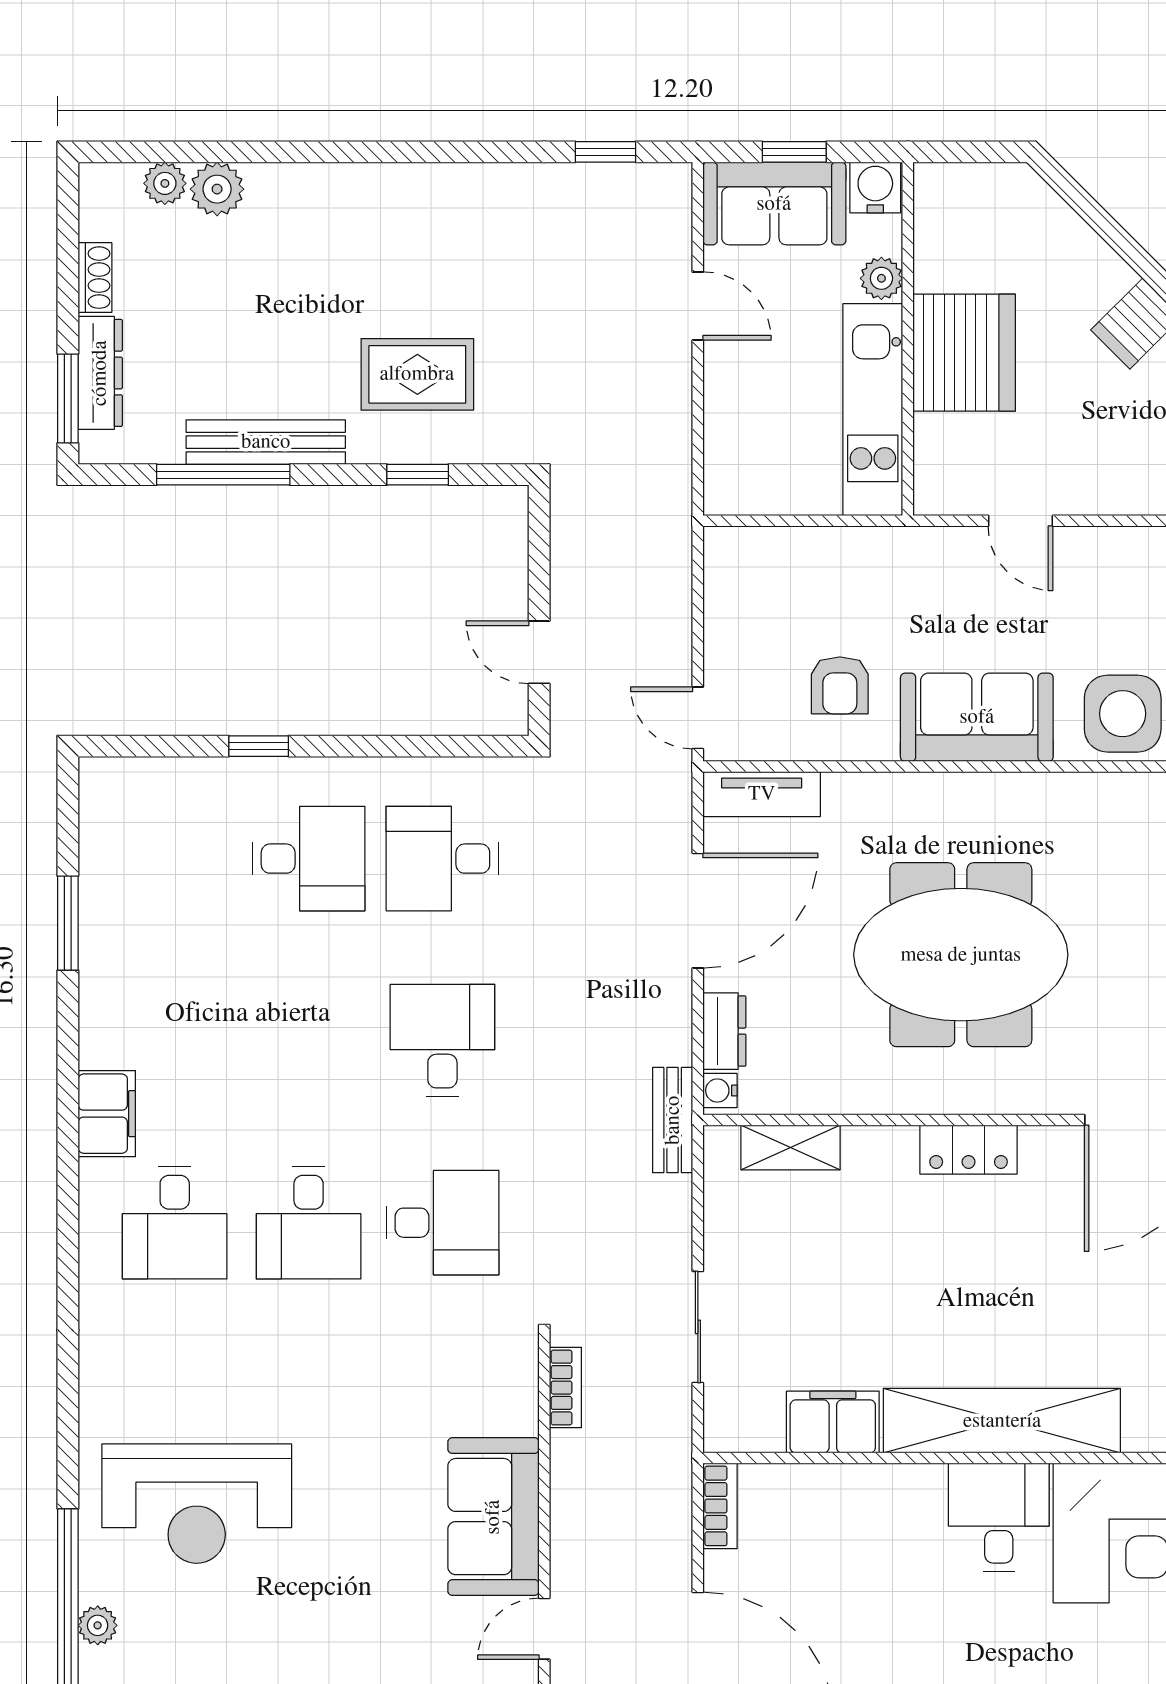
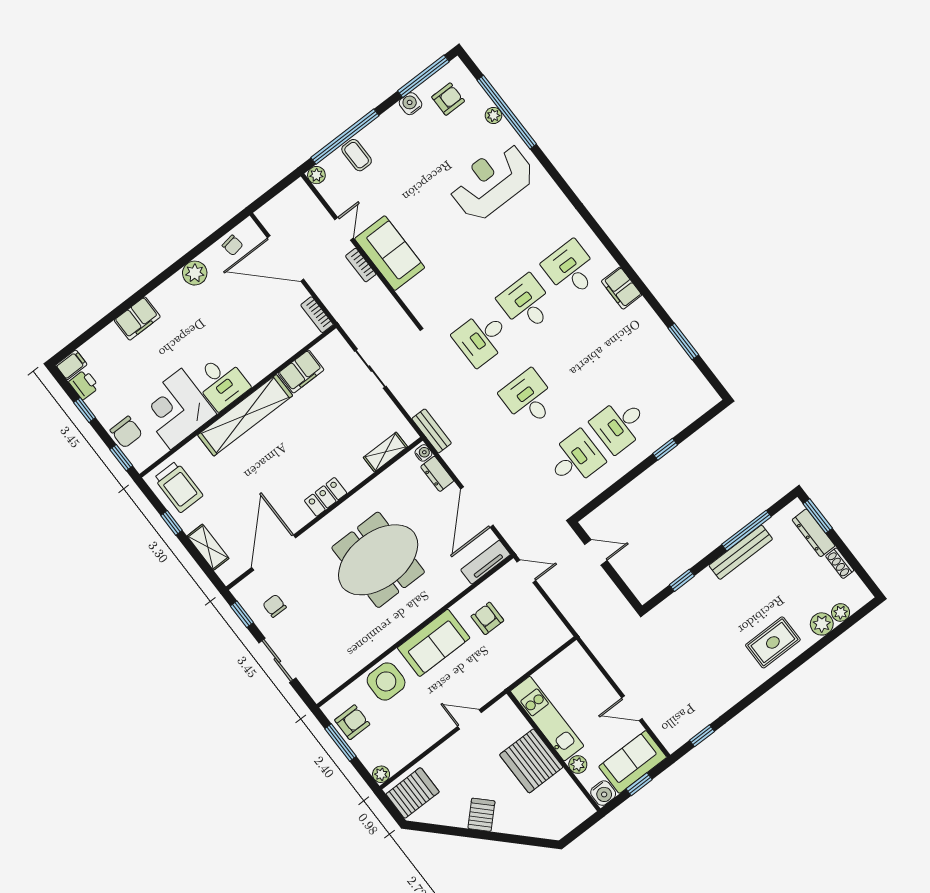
rug: (417, 374) -> (773, 642), moved
desk: (442, 1041) -> (529, 398), turned 180
bookcase: (565, 1388) -> (361, 265), moved

